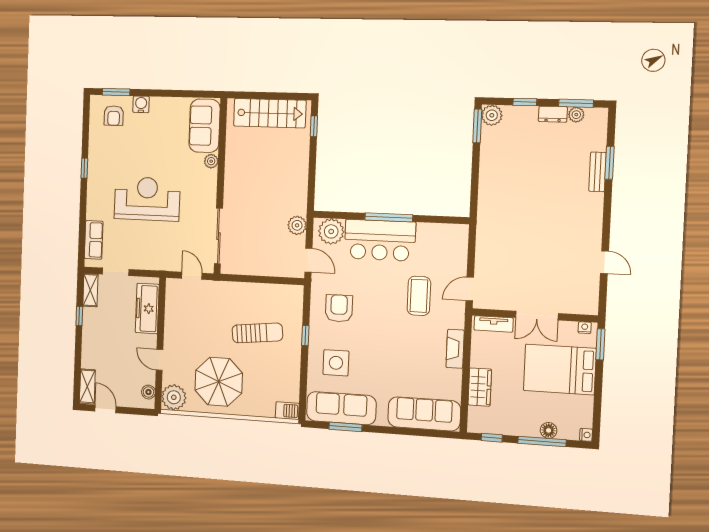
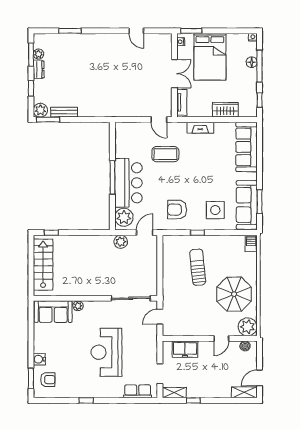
bench: (598, 172) -> (64, 112), moved
door: (605, 262) -> (136, 31), swing flipped
freezer: (147, 309) -> (185, 349), width x0.71

